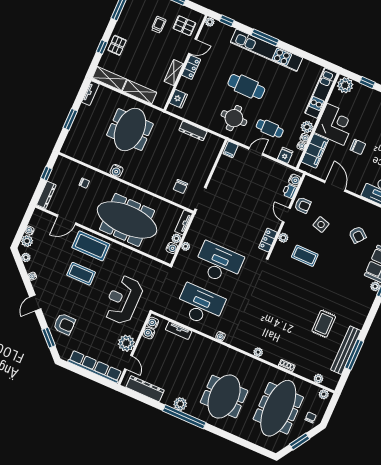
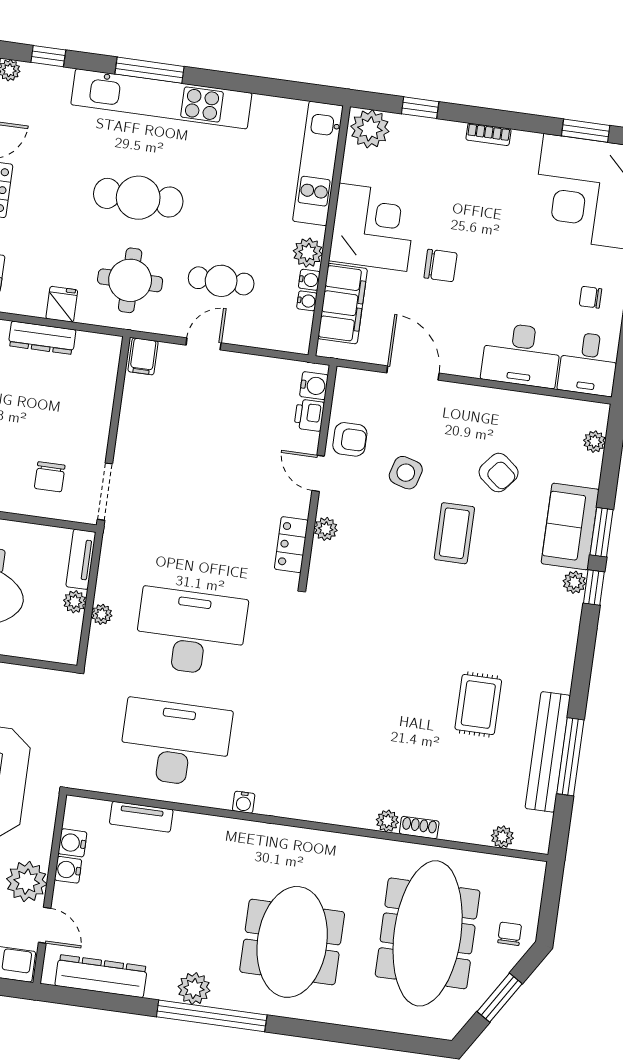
fridge: (285, 155) -> (62, 304), moved
water cooler: (172, 248) -> (70, 627), removed
coffee table: (305, 256) -> (454, 533), moved, turned 90
water cooler: (153, 323) -> (68, 870), moved
plant: (258, 352) -> (387, 821), moved
plant: (324, 394) -> (525, 870), removed

